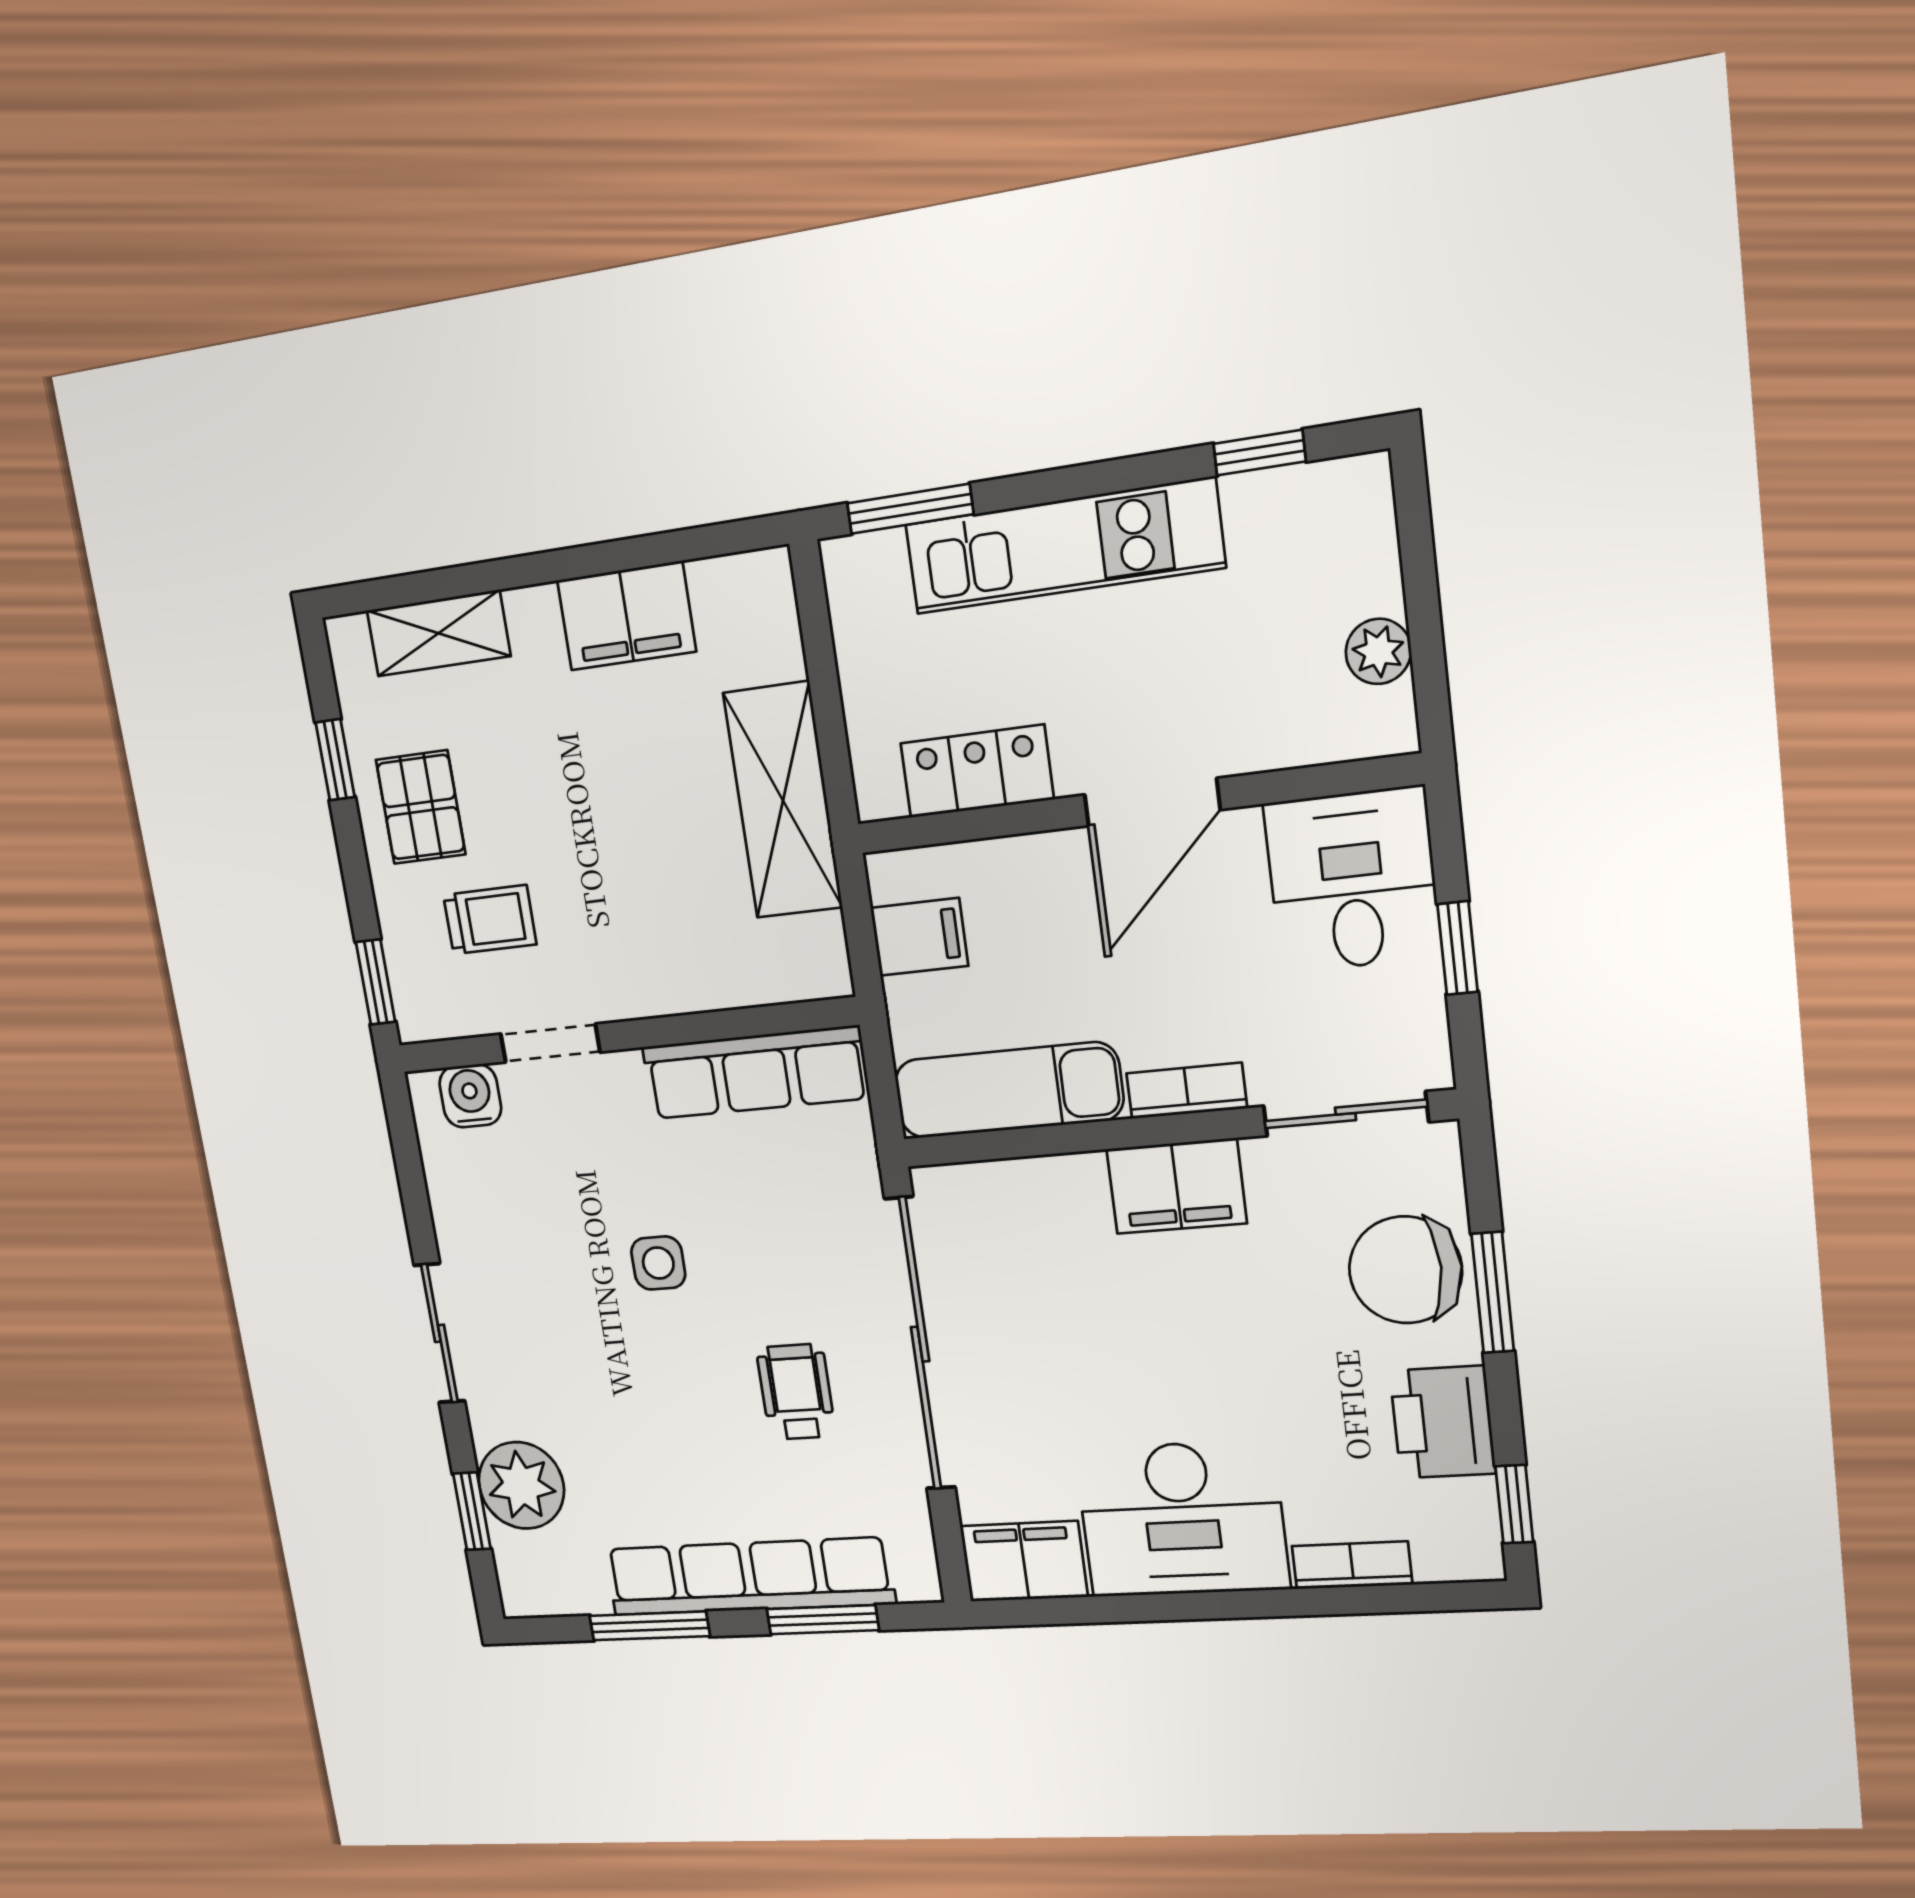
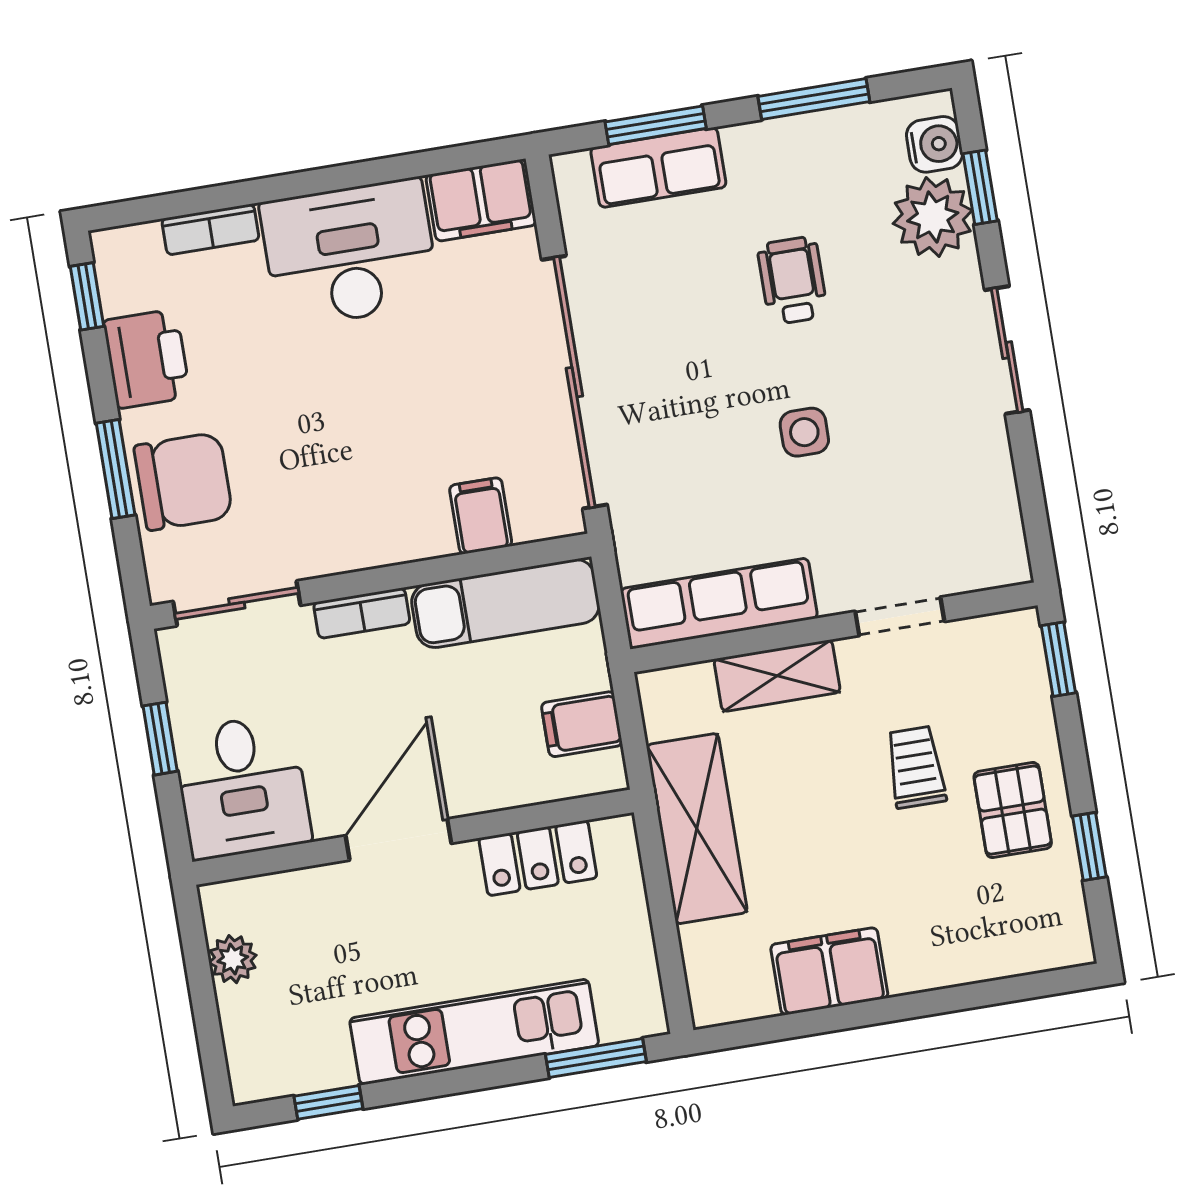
shelving: (438, 633) -> (777, 676), moved
trolley: (490, 920) -> (916, 767), moved, turned 90
water cooler: (470, 1096) -> (935, 144), moved, turned -90
filing cabinet: (1177, 1186) -> (481, 516), moved, width x0.50
wheelchair: (796, 1392) -> (793, 280), moved, turned 180
row of seats: (749, 1576) -> (658, 167), width x0.50

